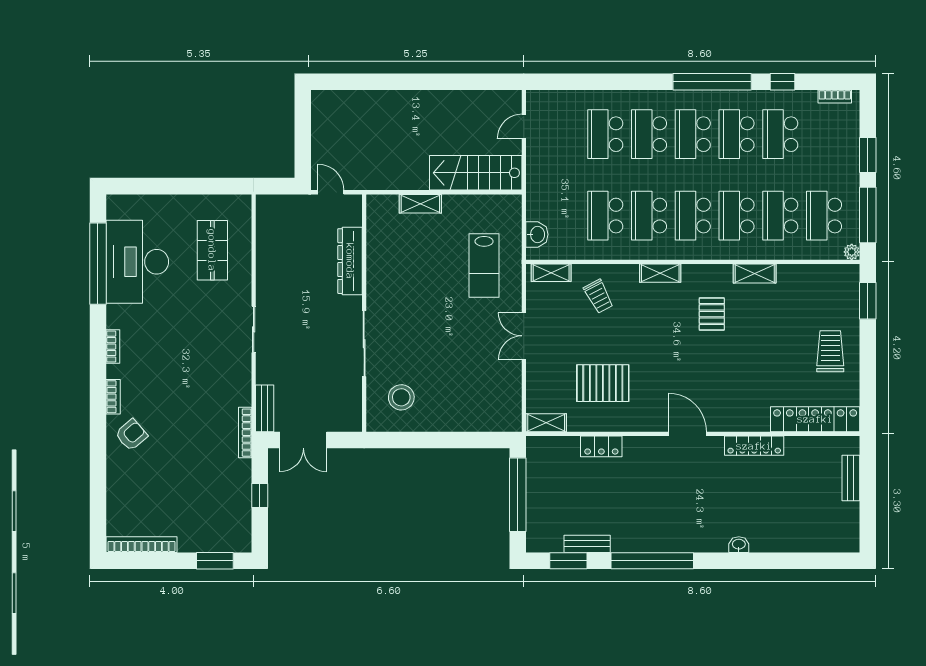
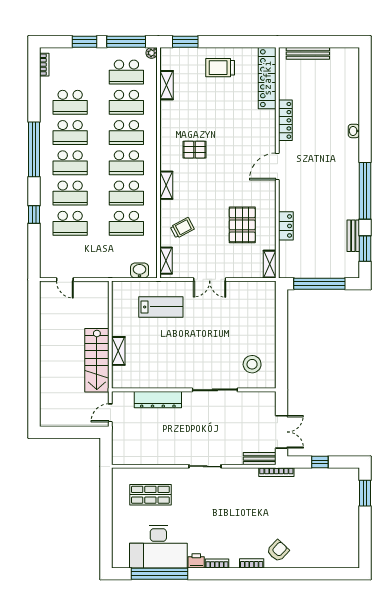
window: (783, 82) -> (34, 214), moved
stairs: (476, 173) -> (97, 360), moved
shelving: (755, 273) -> (166, 85), moved
printer: (117, 316) -> (196, 561), added
armchair: (131, 435) -> (278, 551), turned 84
bench: (851, 478) -> (308, 53), width x1.36
bookcase: (142, 545) -> (354, 544), removed

